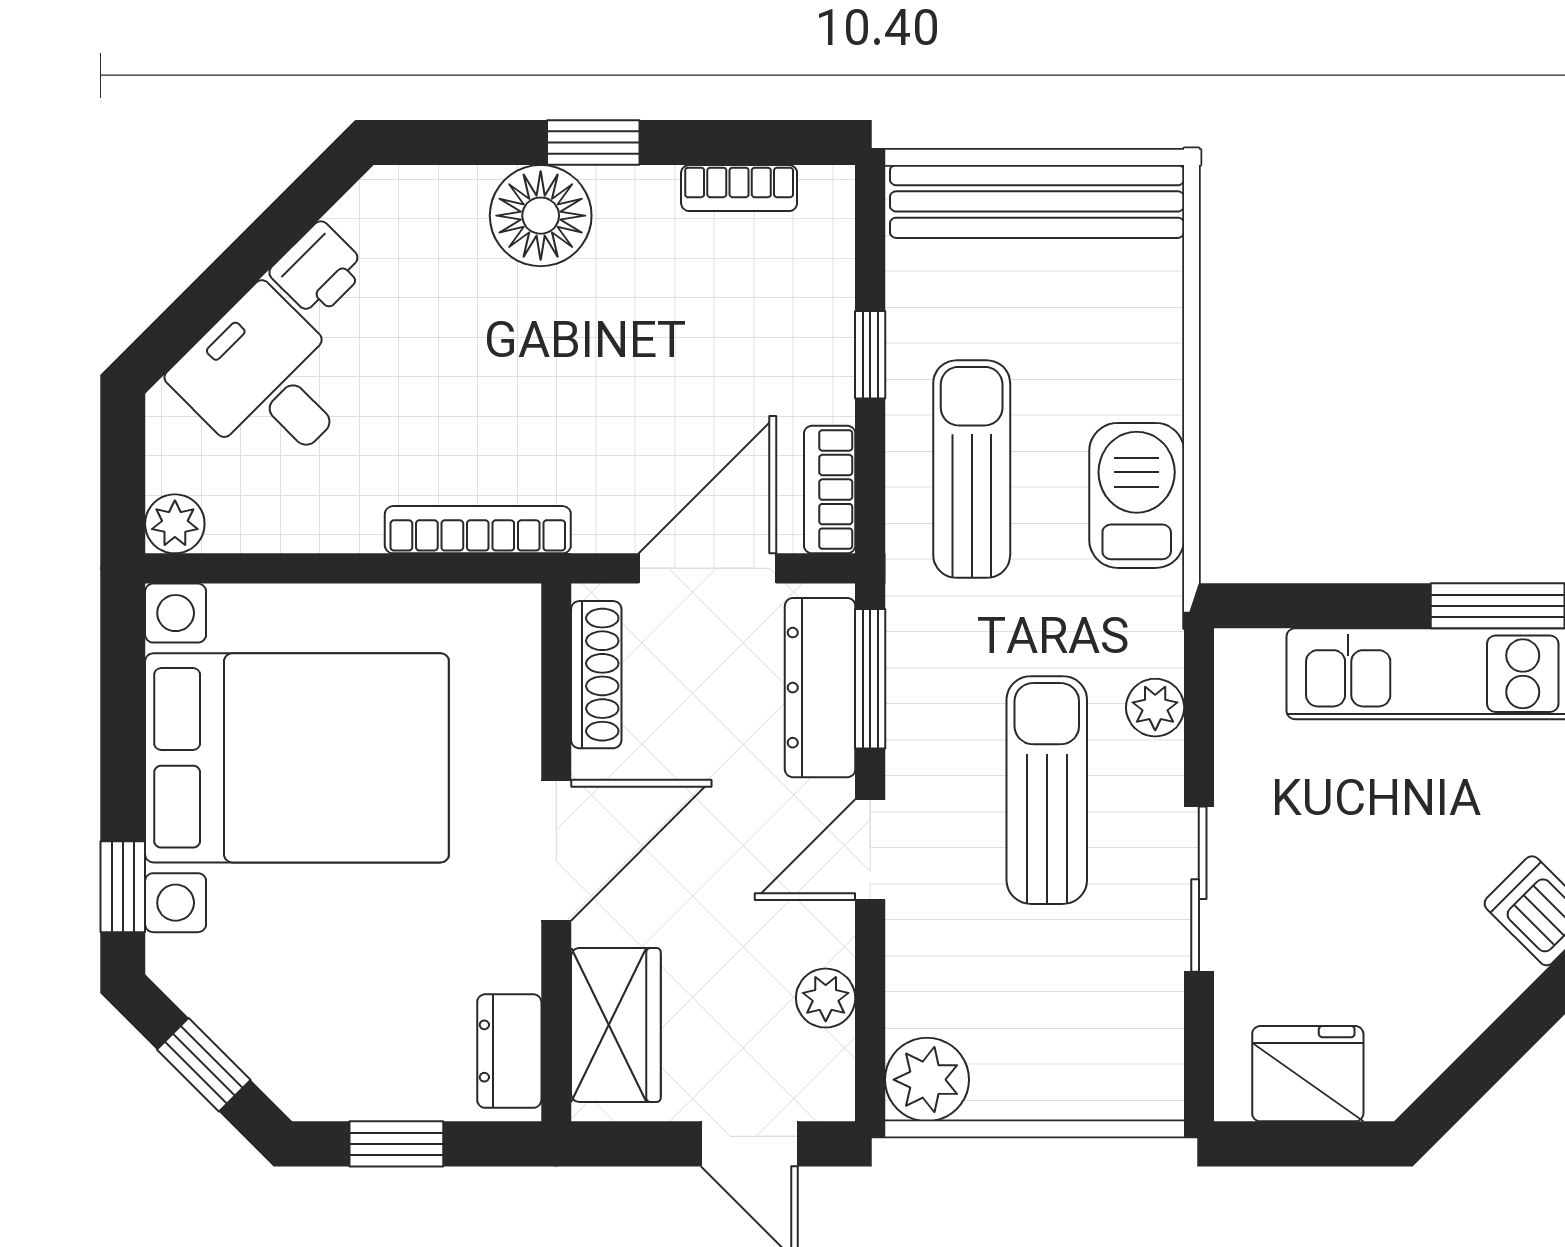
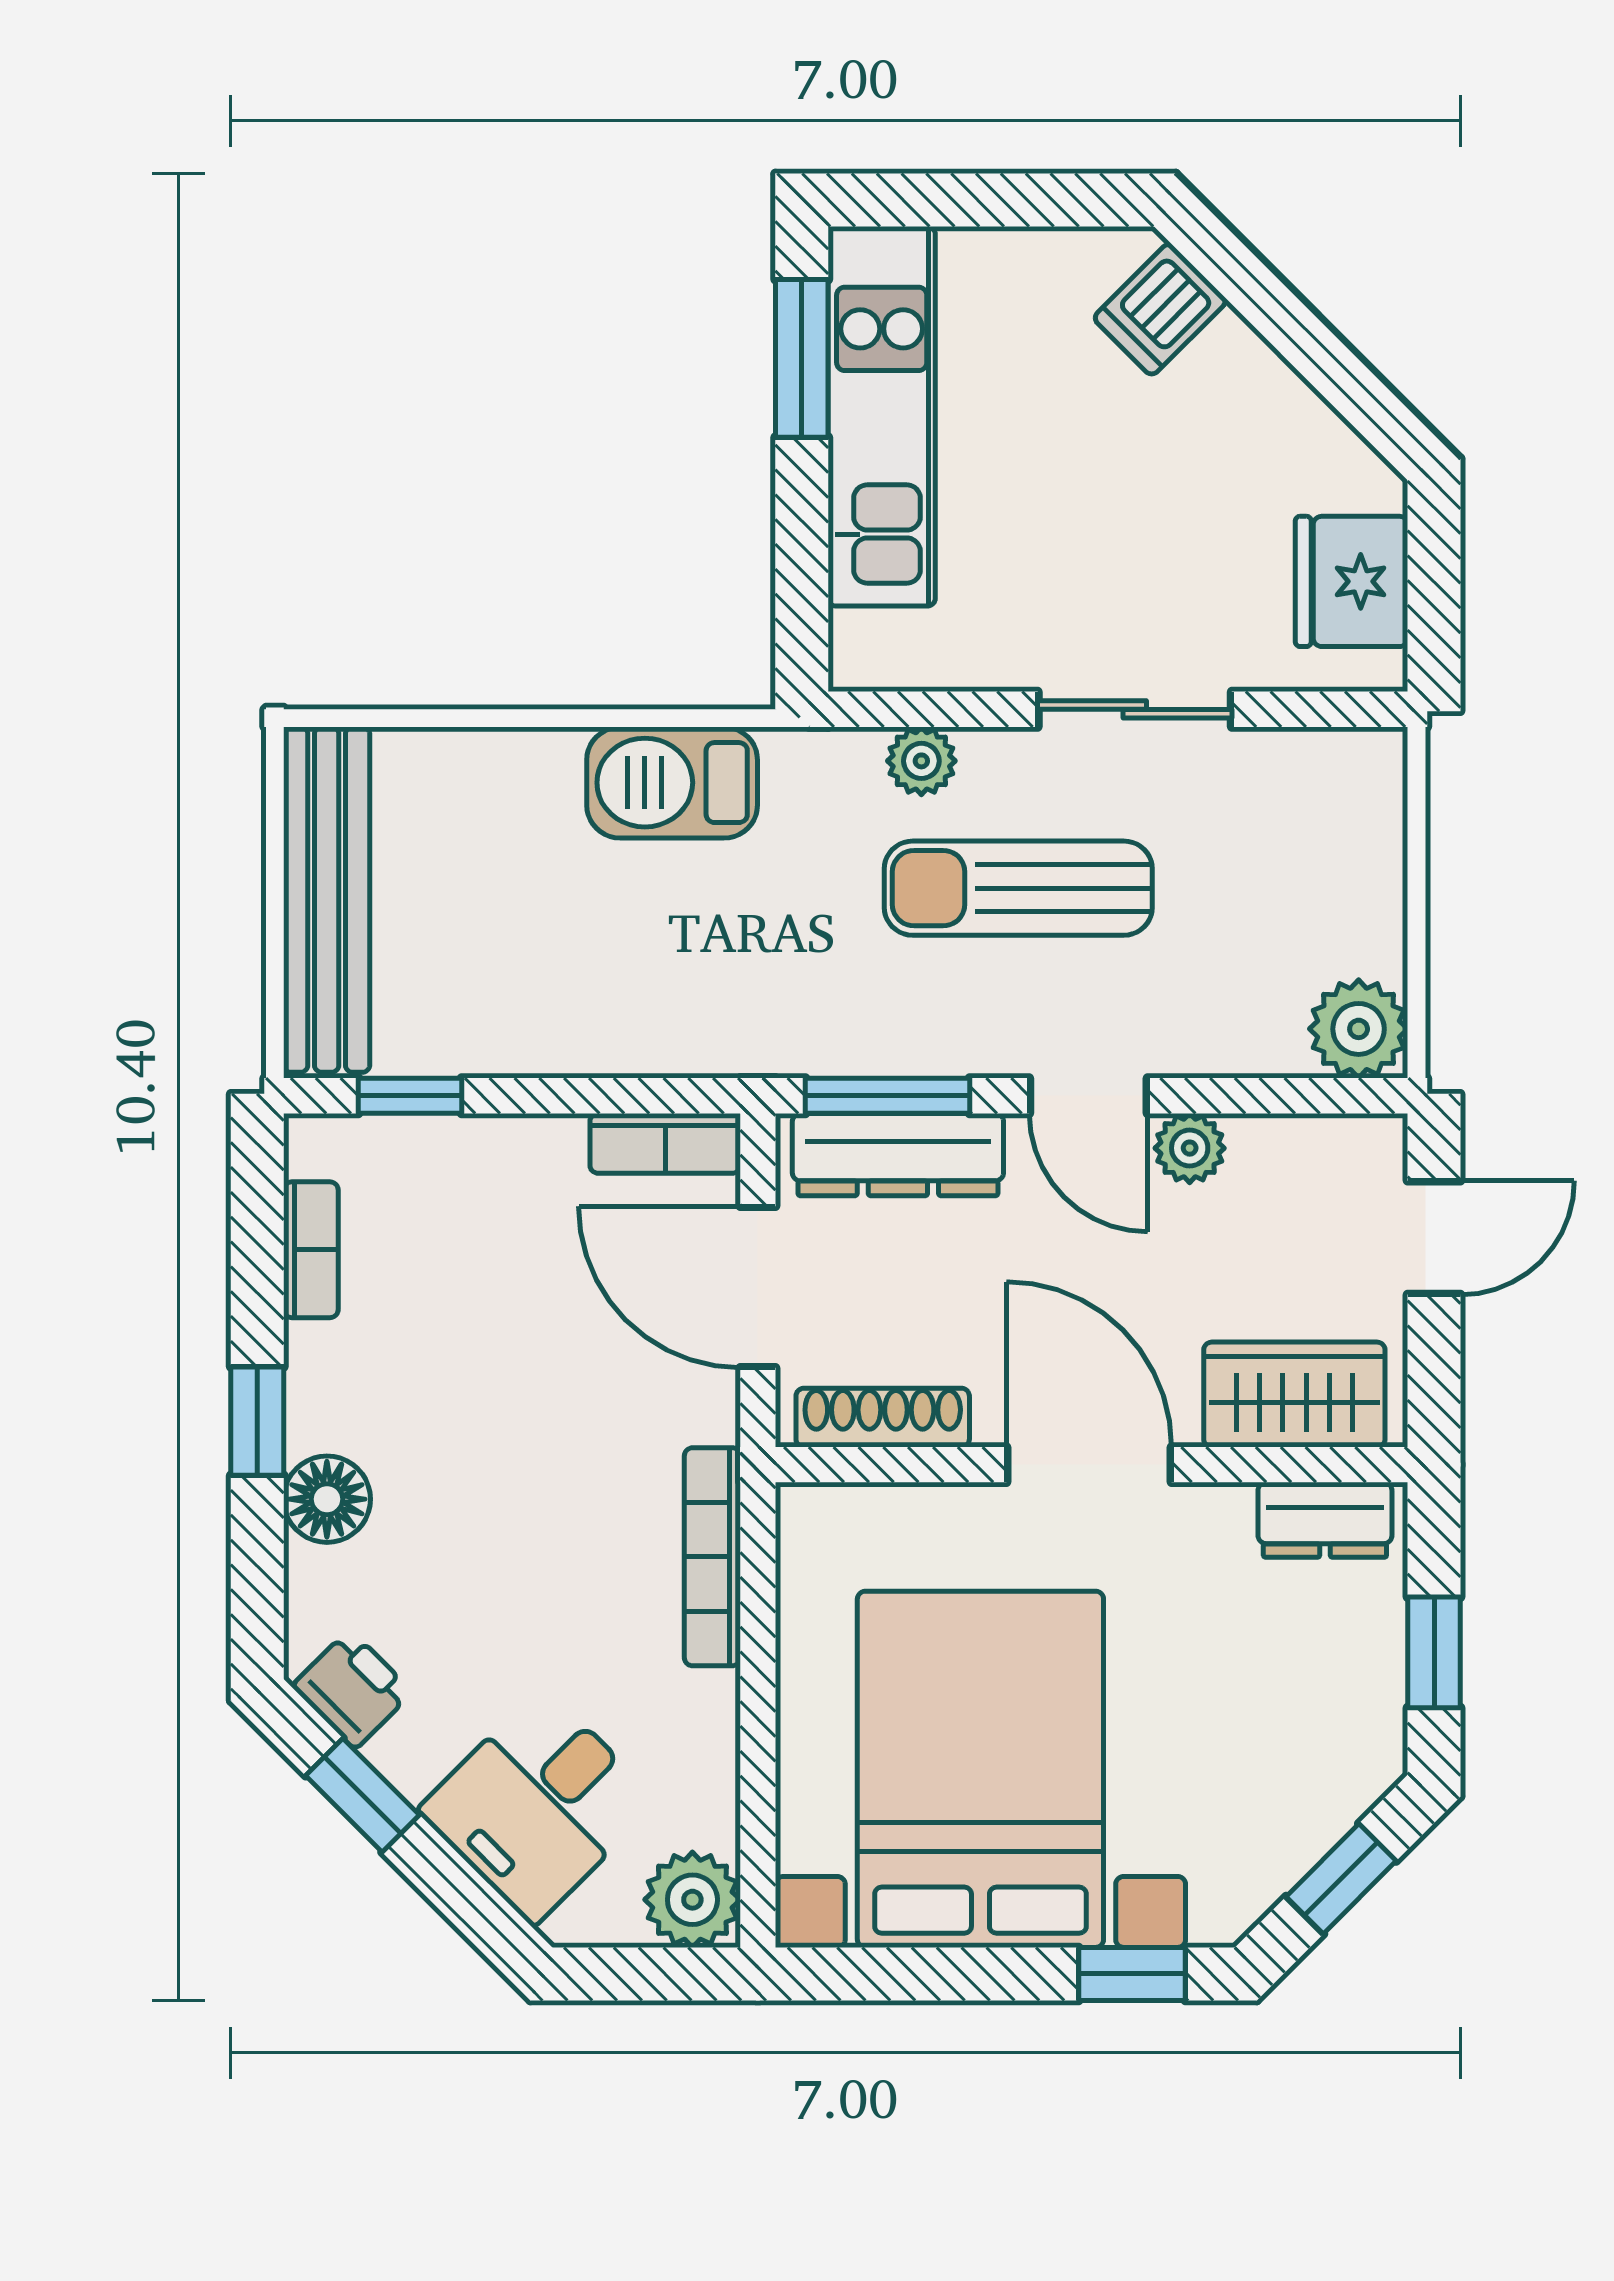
floor lamp: (541, 216) -> (327, 1499), width x0.73, depth x0.73
window: (275, 232) -> (363, 1795), added
printer: (318, 270) -> (352, 1689), moved
window: (870, 355) -> (410, 1096), moved
sun lounger: (972, 469) -> (641, 976), removed
plant: (175, 524) -> (692, 1900), width x1.38, depth x1.38
plant: (826, 998) -> (1190, 1148), moved

